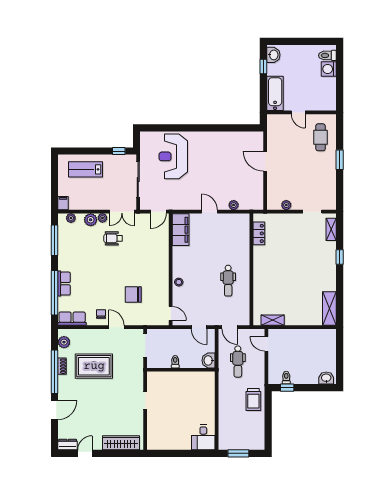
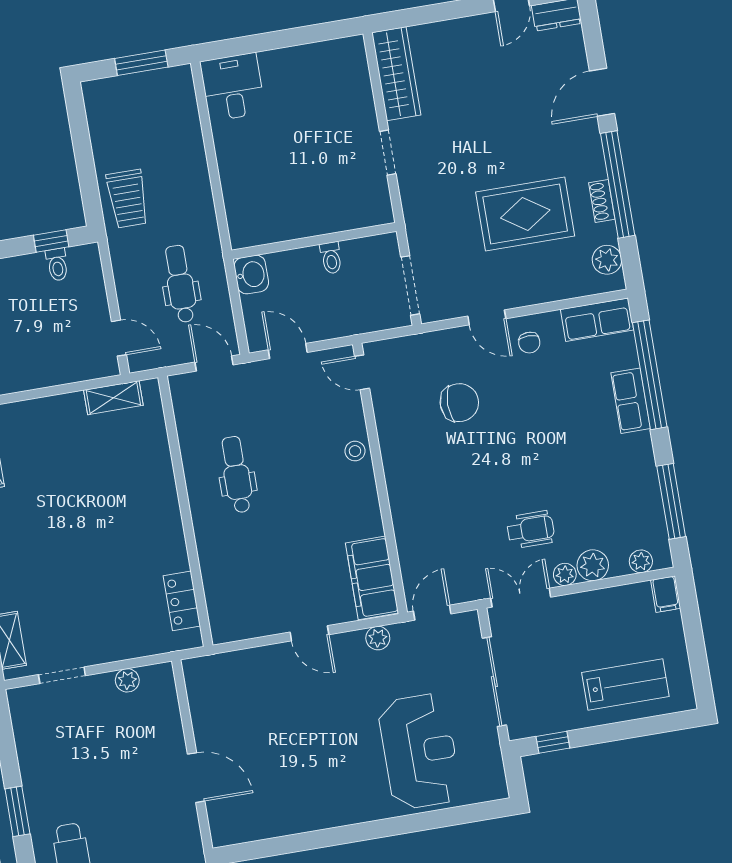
plant: (234, 205) -> (378, 638), moved
trolley: (253, 399) -> (128, 199), turned 180
wardrobe: (121, 443) -> (396, 74), moved, turned -90

